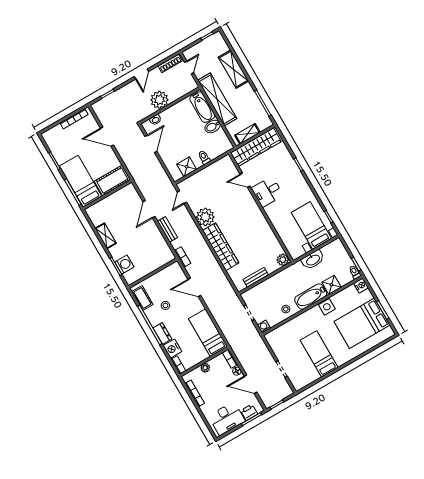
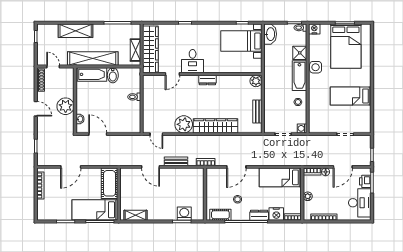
shower: (187, 167) -> (134, 116), removed
dresser: (258, 215) -> (207, 80), added
shelving: (106, 236) -> (136, 215), moved
washbasin: (313, 260) -> (270, 34), moved

